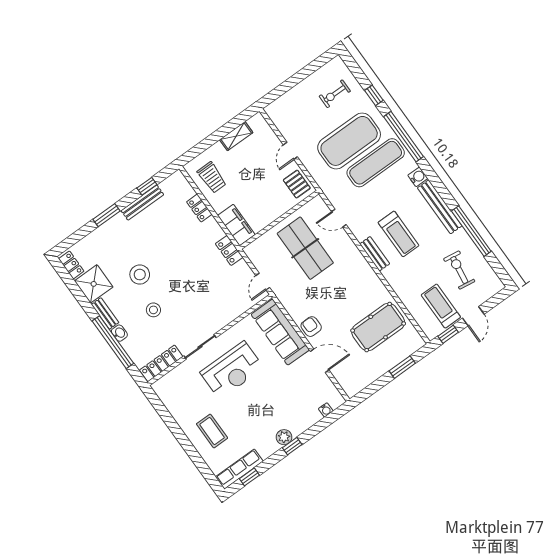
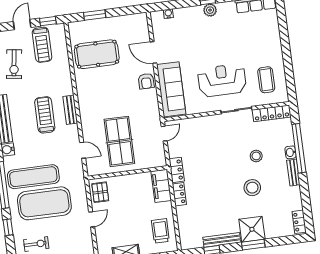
locker: (199, 208) -> (179, 194), moved
shower: (94, 284) -> (252, 229), moved
coffee table: (212, 431) -> (266, 80), moved

